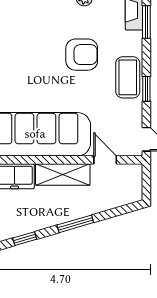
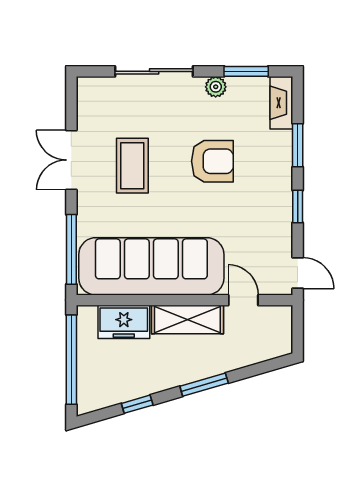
window: (146, 22) -> (298, 145), moved
coffee table: (128, 77) -> (132, 166), moved

